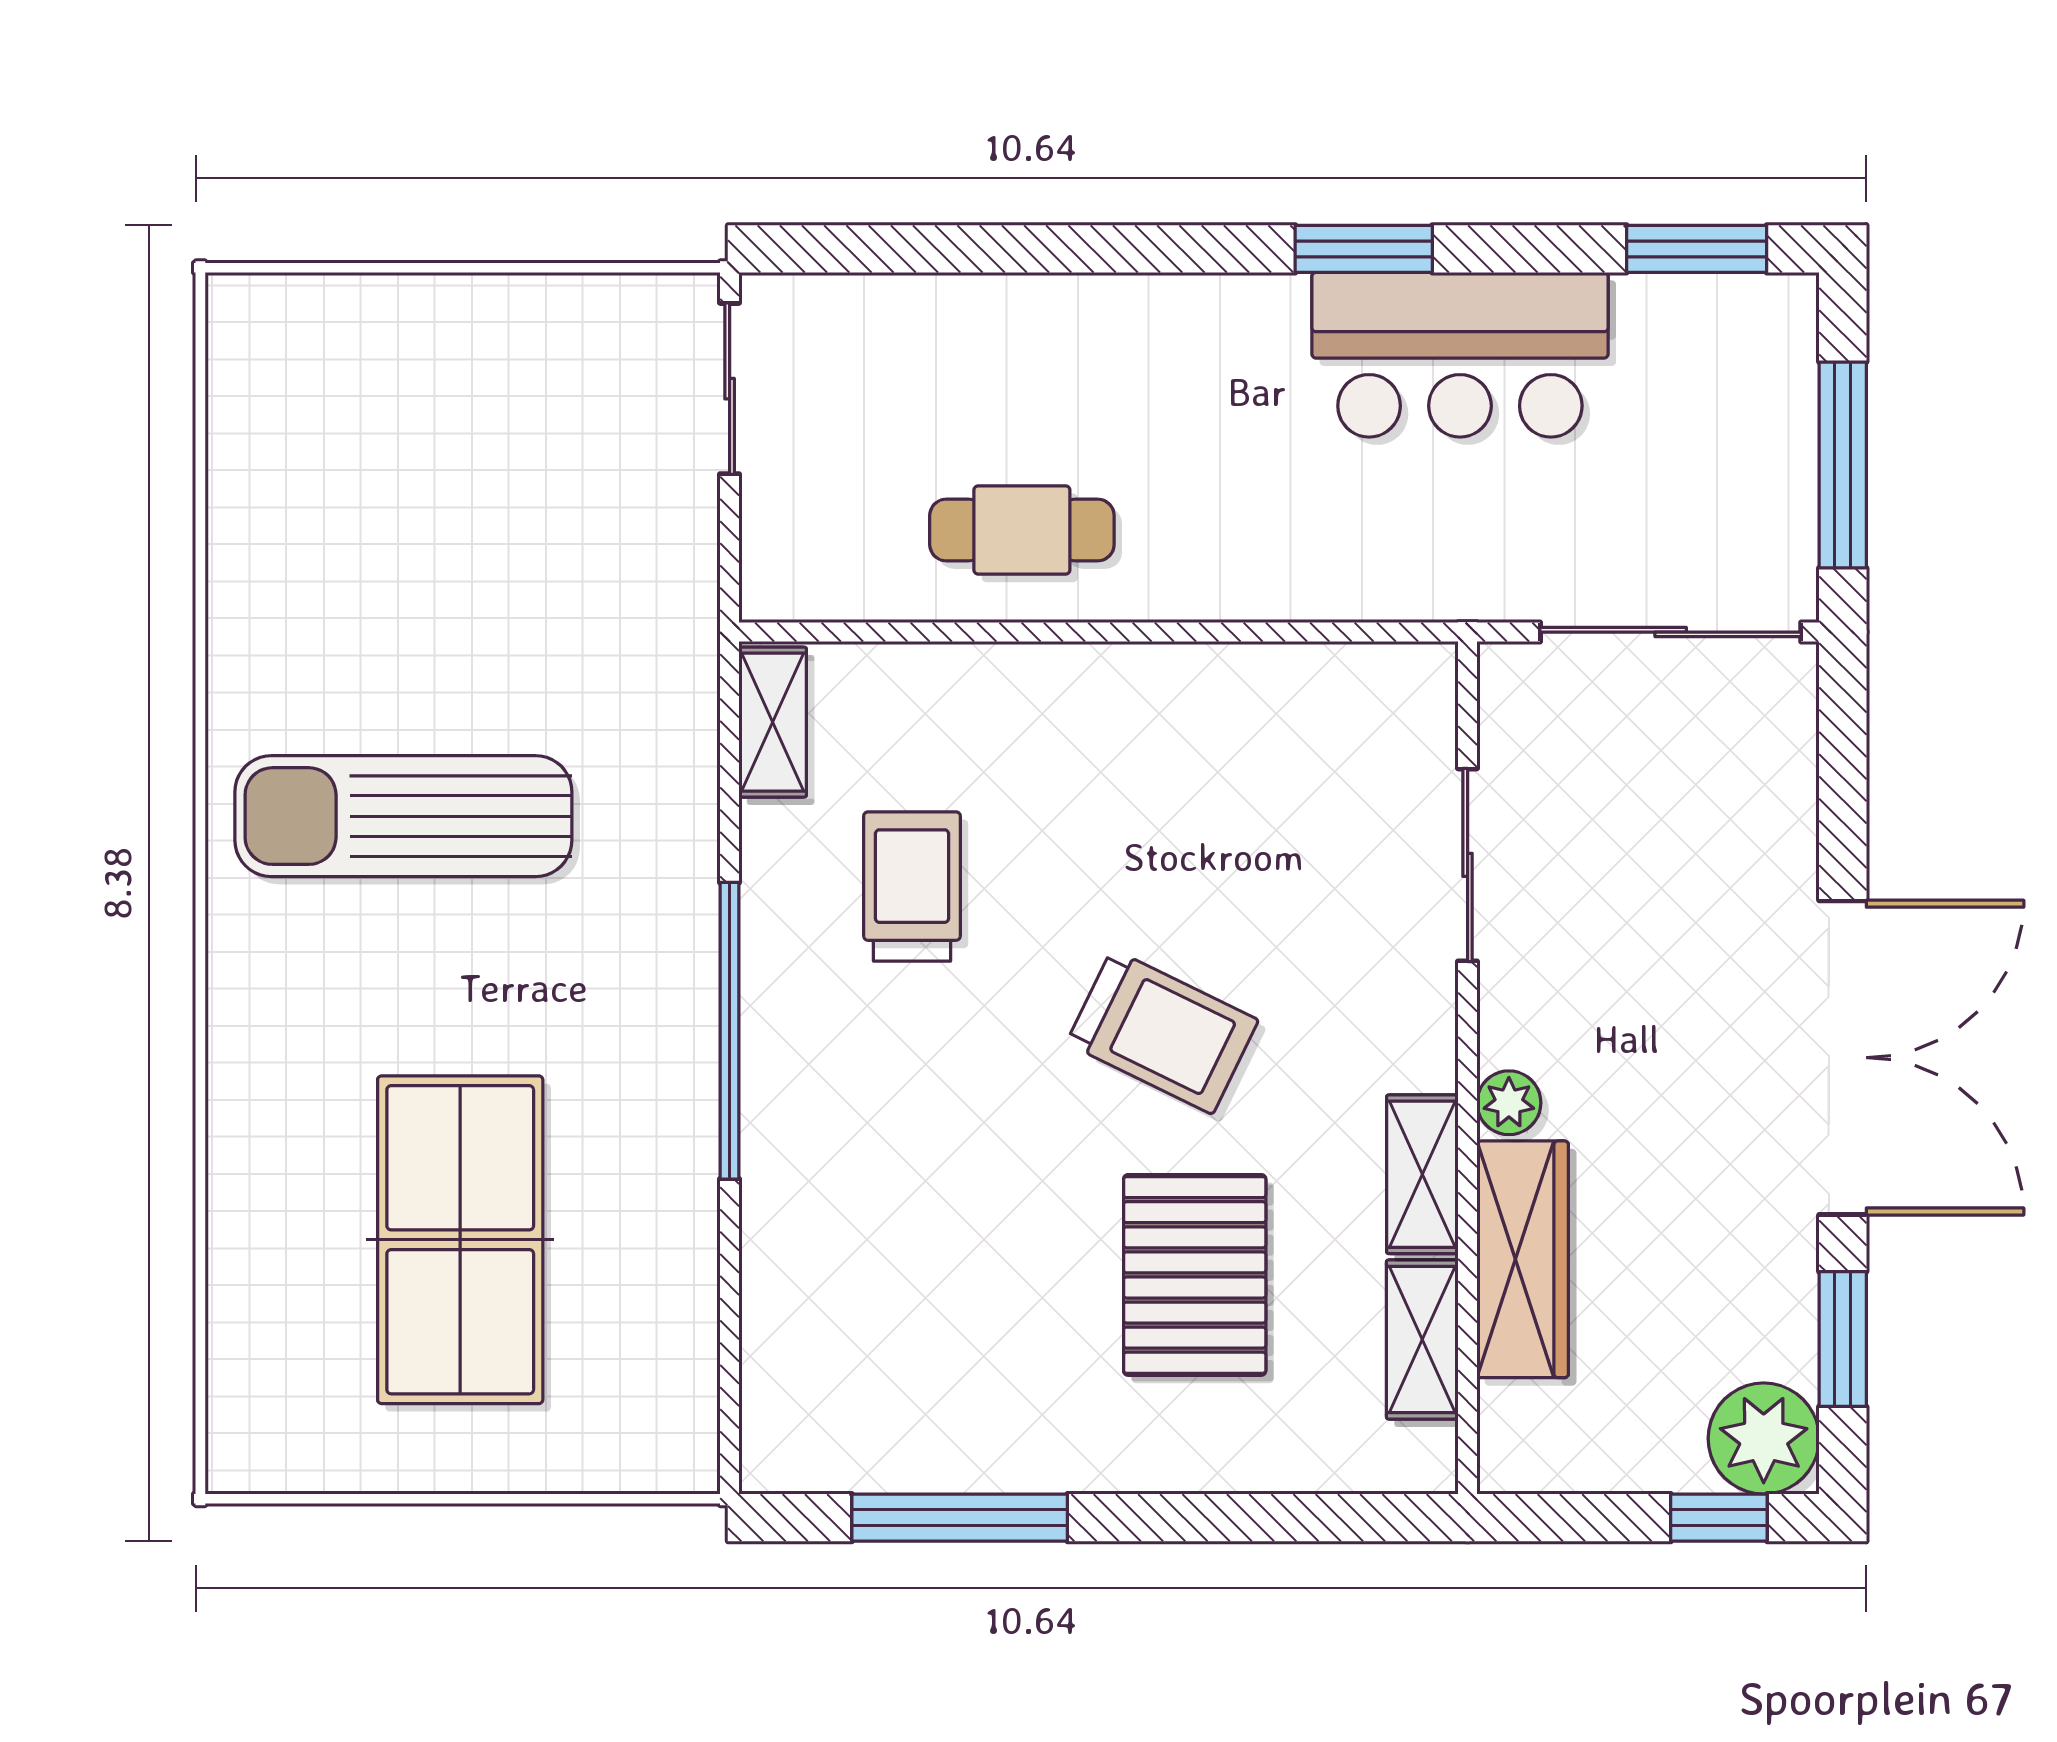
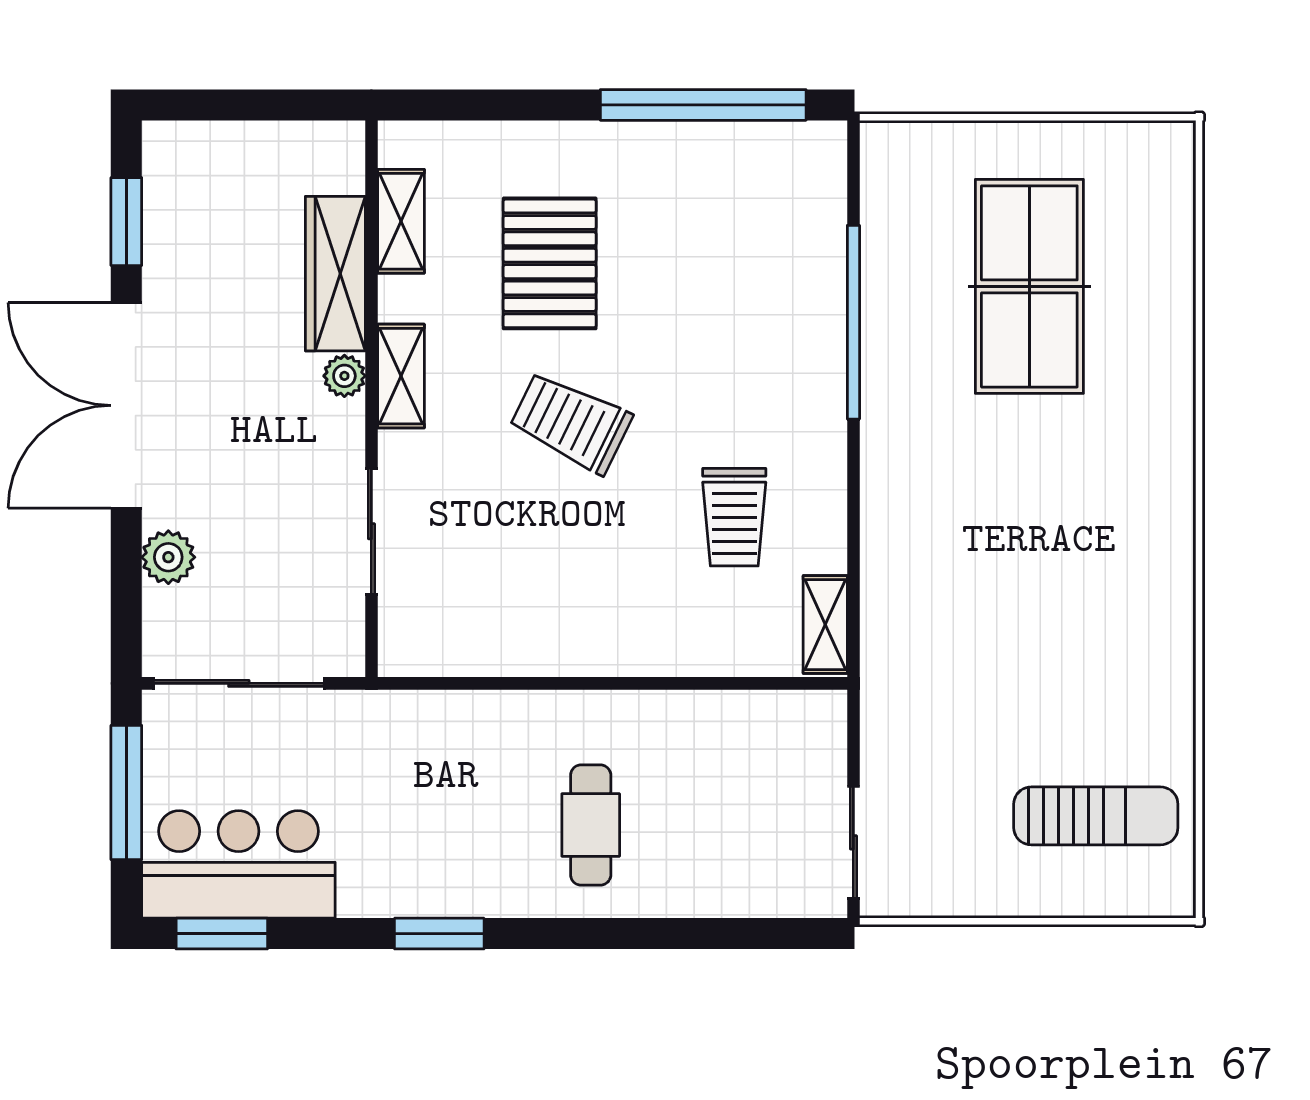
bar counter: (1460, 355) -> (238, 864), moved
cafe table: (1022, 530) -> (591, 825), moved, turned 90
sun lounger: (403, 816) -> (1096, 816), moved, width x0.73, depth x0.75
window: (730, 1031) -> (853, 322), moved
shelving: (1422, 1174) -> (401, 376), moved
plant: (1764, 1438) -> (168, 557), moved, width x0.73, depth x0.73
window: (960, 1518) -> (703, 105), width x1.46
window: (1719, 1518) -> (207, 105), removed

